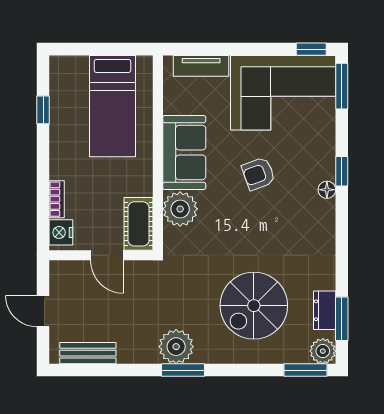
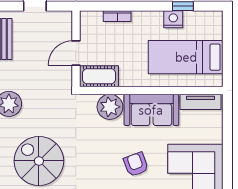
tv unit: (201, 66) -> (201, 102), moved, turned -90
nightstand: (61, 232) -> (173, 19), moved

